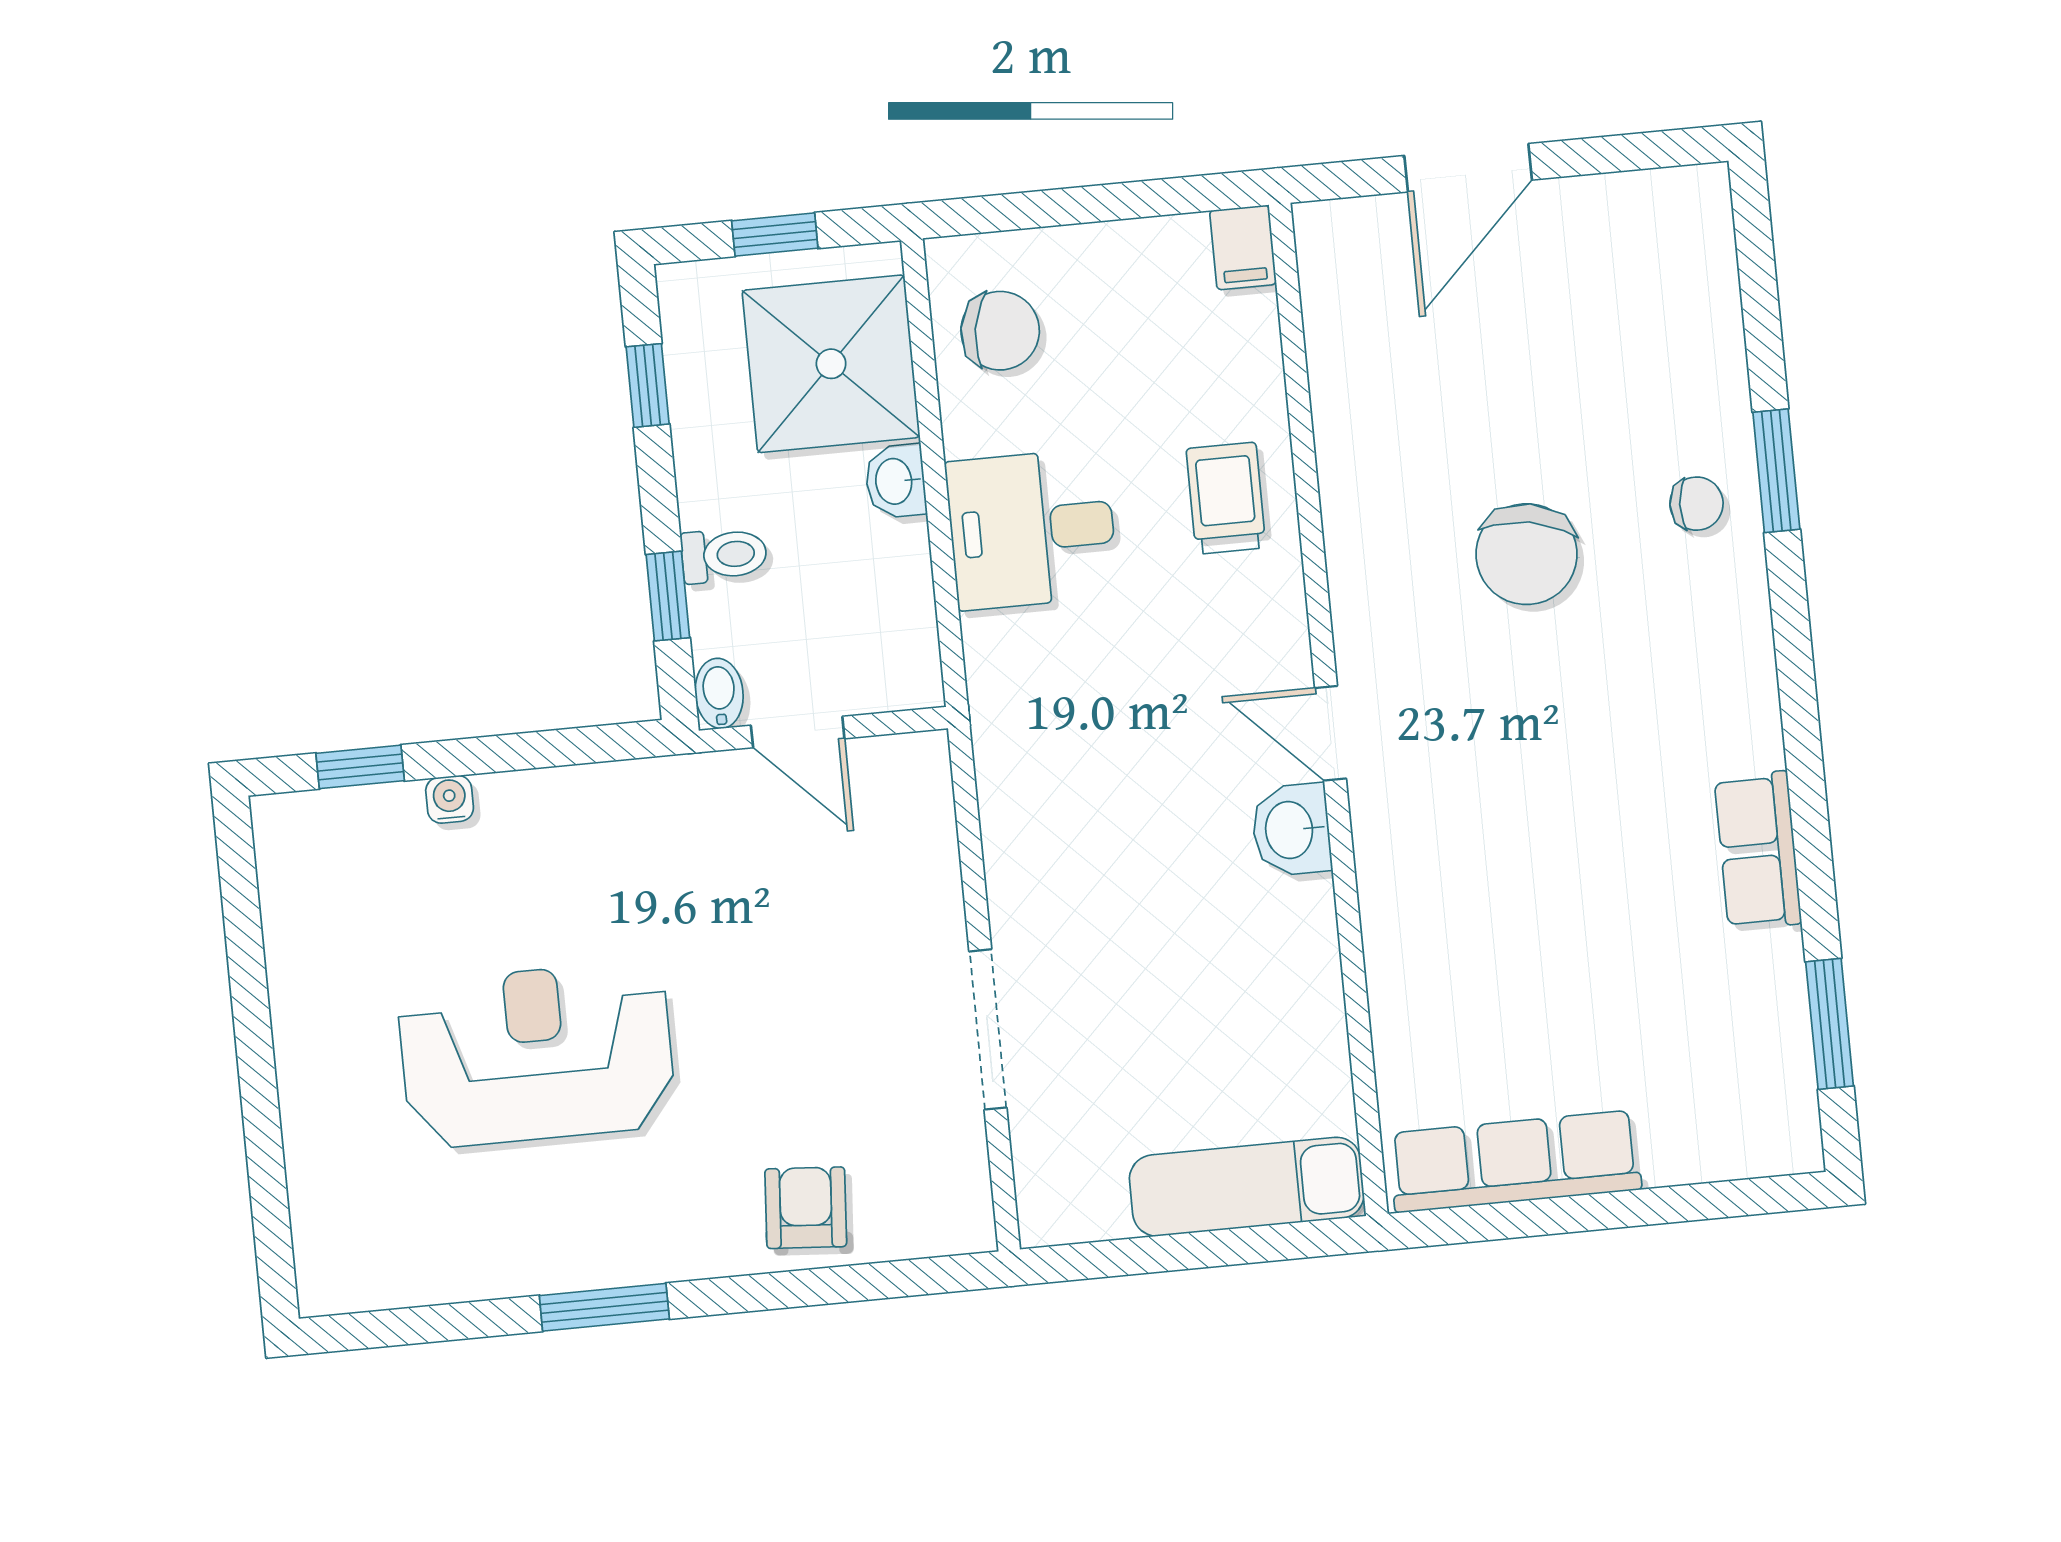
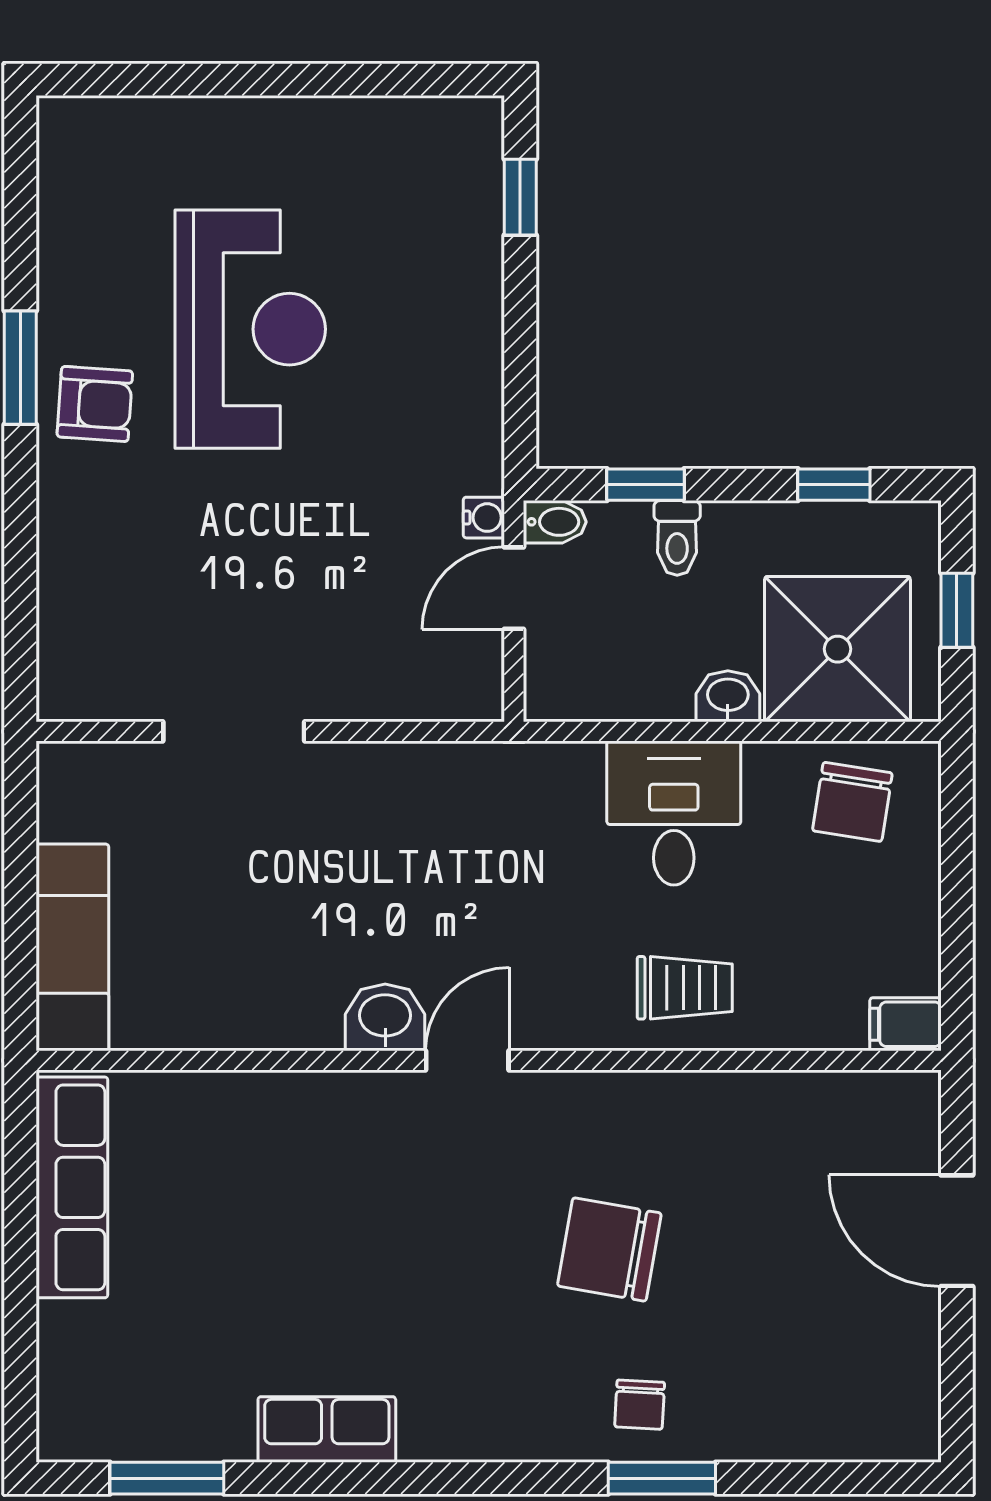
water cooler: (450, 799) -> (484, 518), moved
armchair: (806, 1208) -> (95, 404), moved

